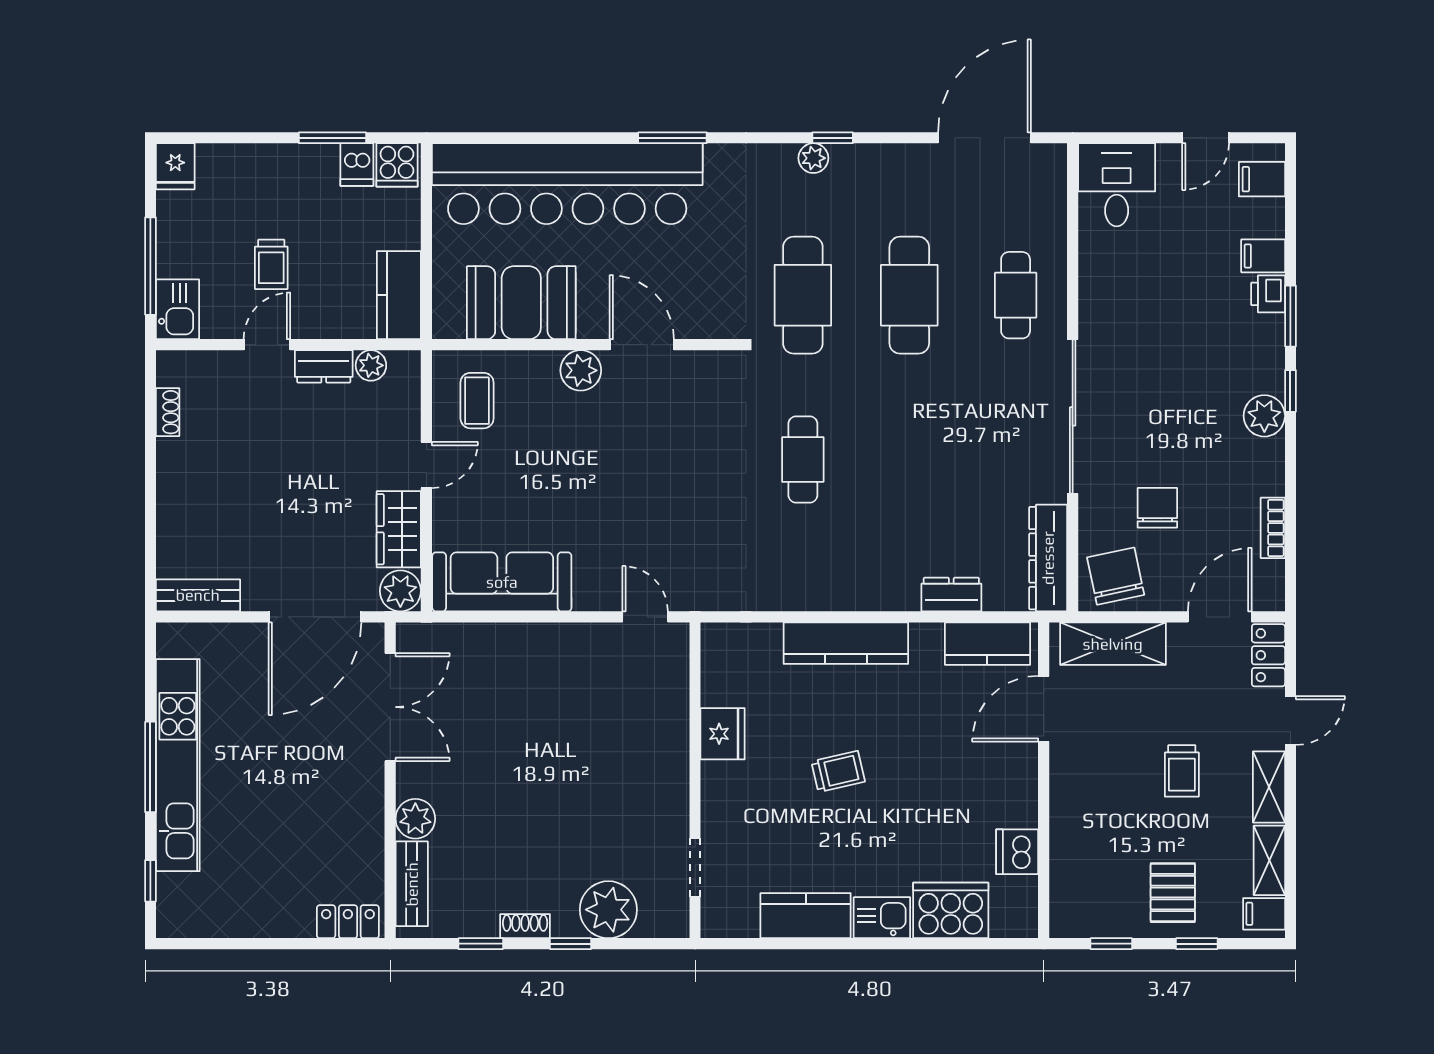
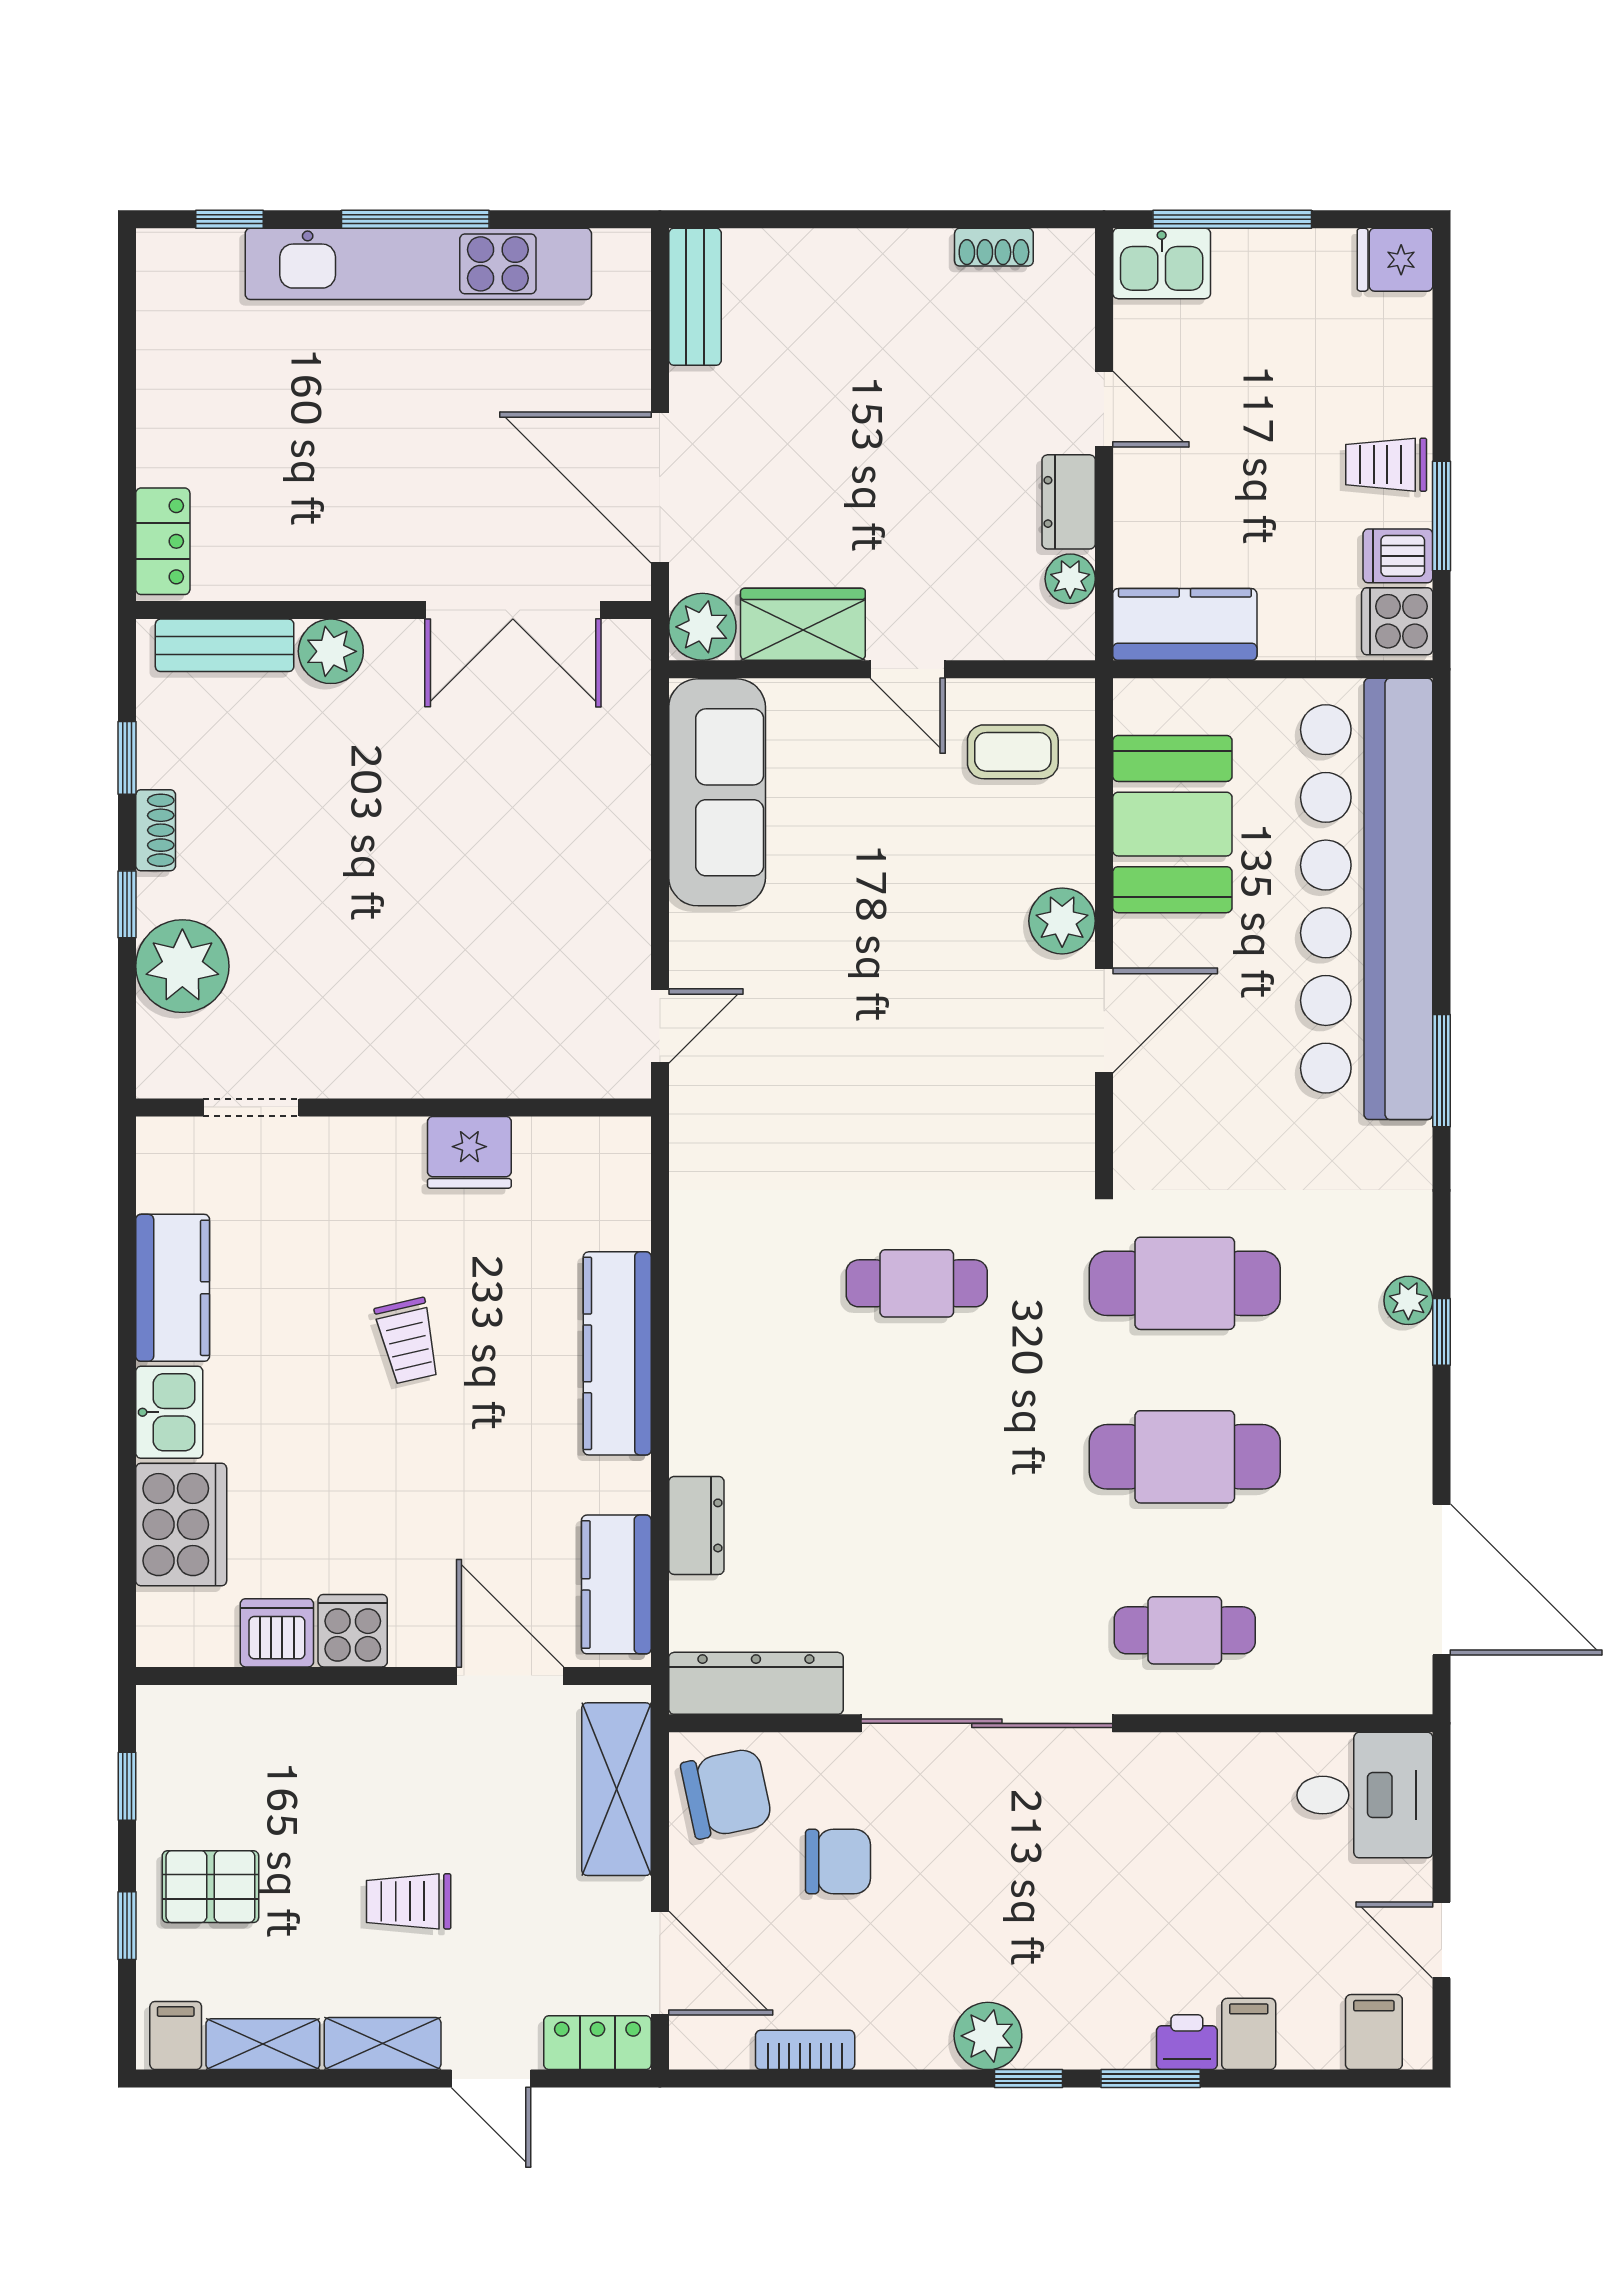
trolley: (271, 264) -> (1386, 465), moved
cooker: (1016, 805) -> (353, 1631), added

